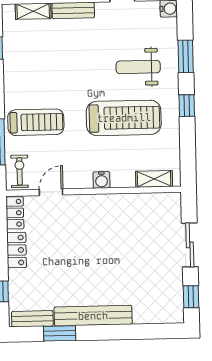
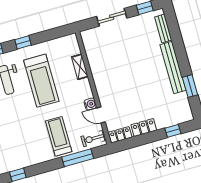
treadmill: (124, 118) -> (41, 81), turned 180
shelving: (154, 179) -> (80, 67), moved
water cooler: (101, 180) -> (90, 104), moved
bench: (32, 319) -> (163, 28), moved

